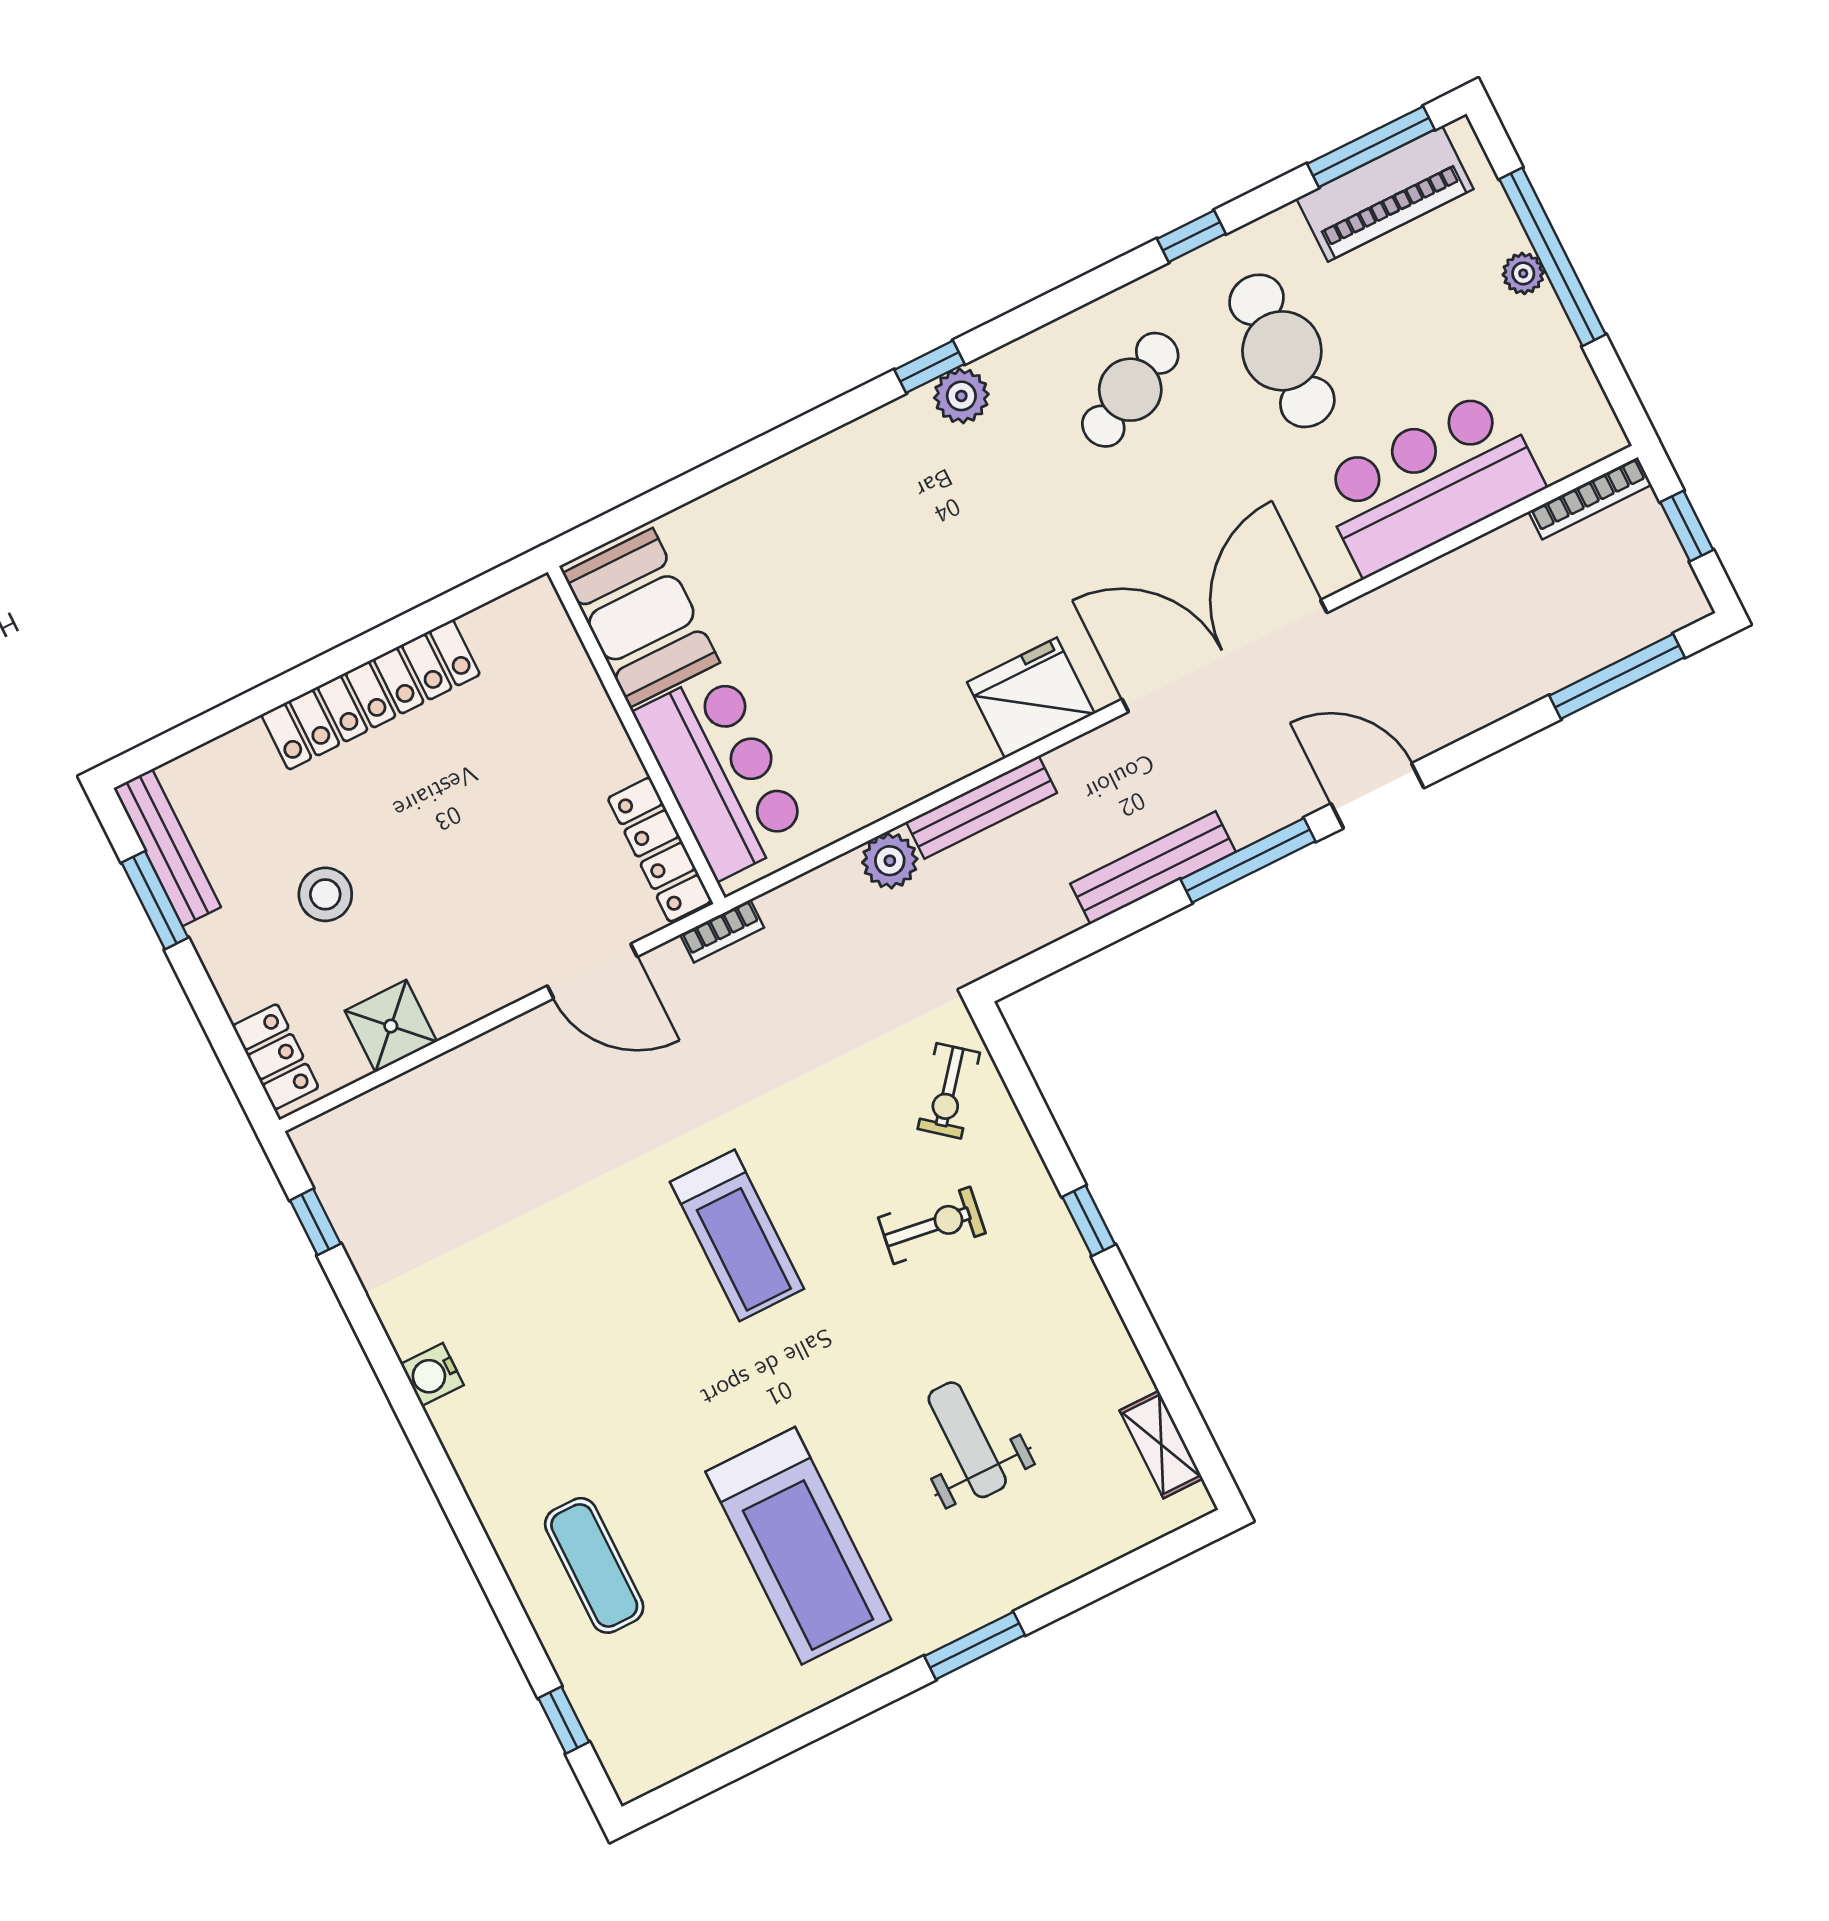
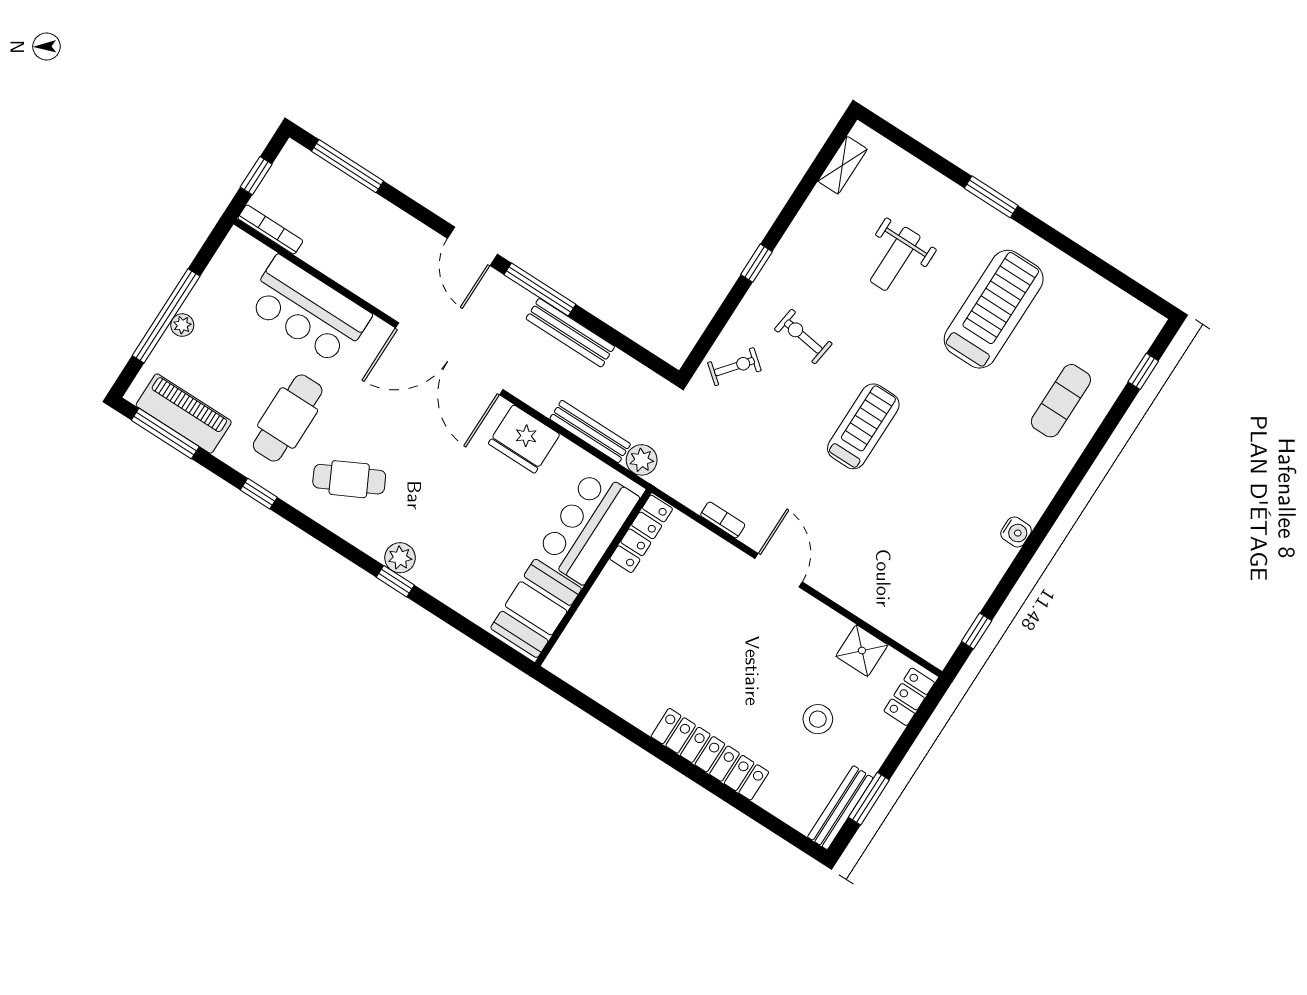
booth: (641, 618) -> (536, 608), moved
wall: (636, 735) -> (593, 578), moved
bar counter: (722, 773) -> (587, 526), moved
locker: (660, 850) -> (641, 534), moved

